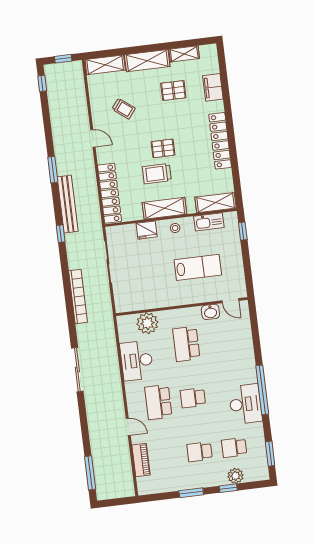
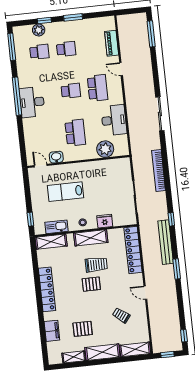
desk: (245, 404) -> (32, 102), moved
window: (270, 454) -> (12, 47), width x1.44

